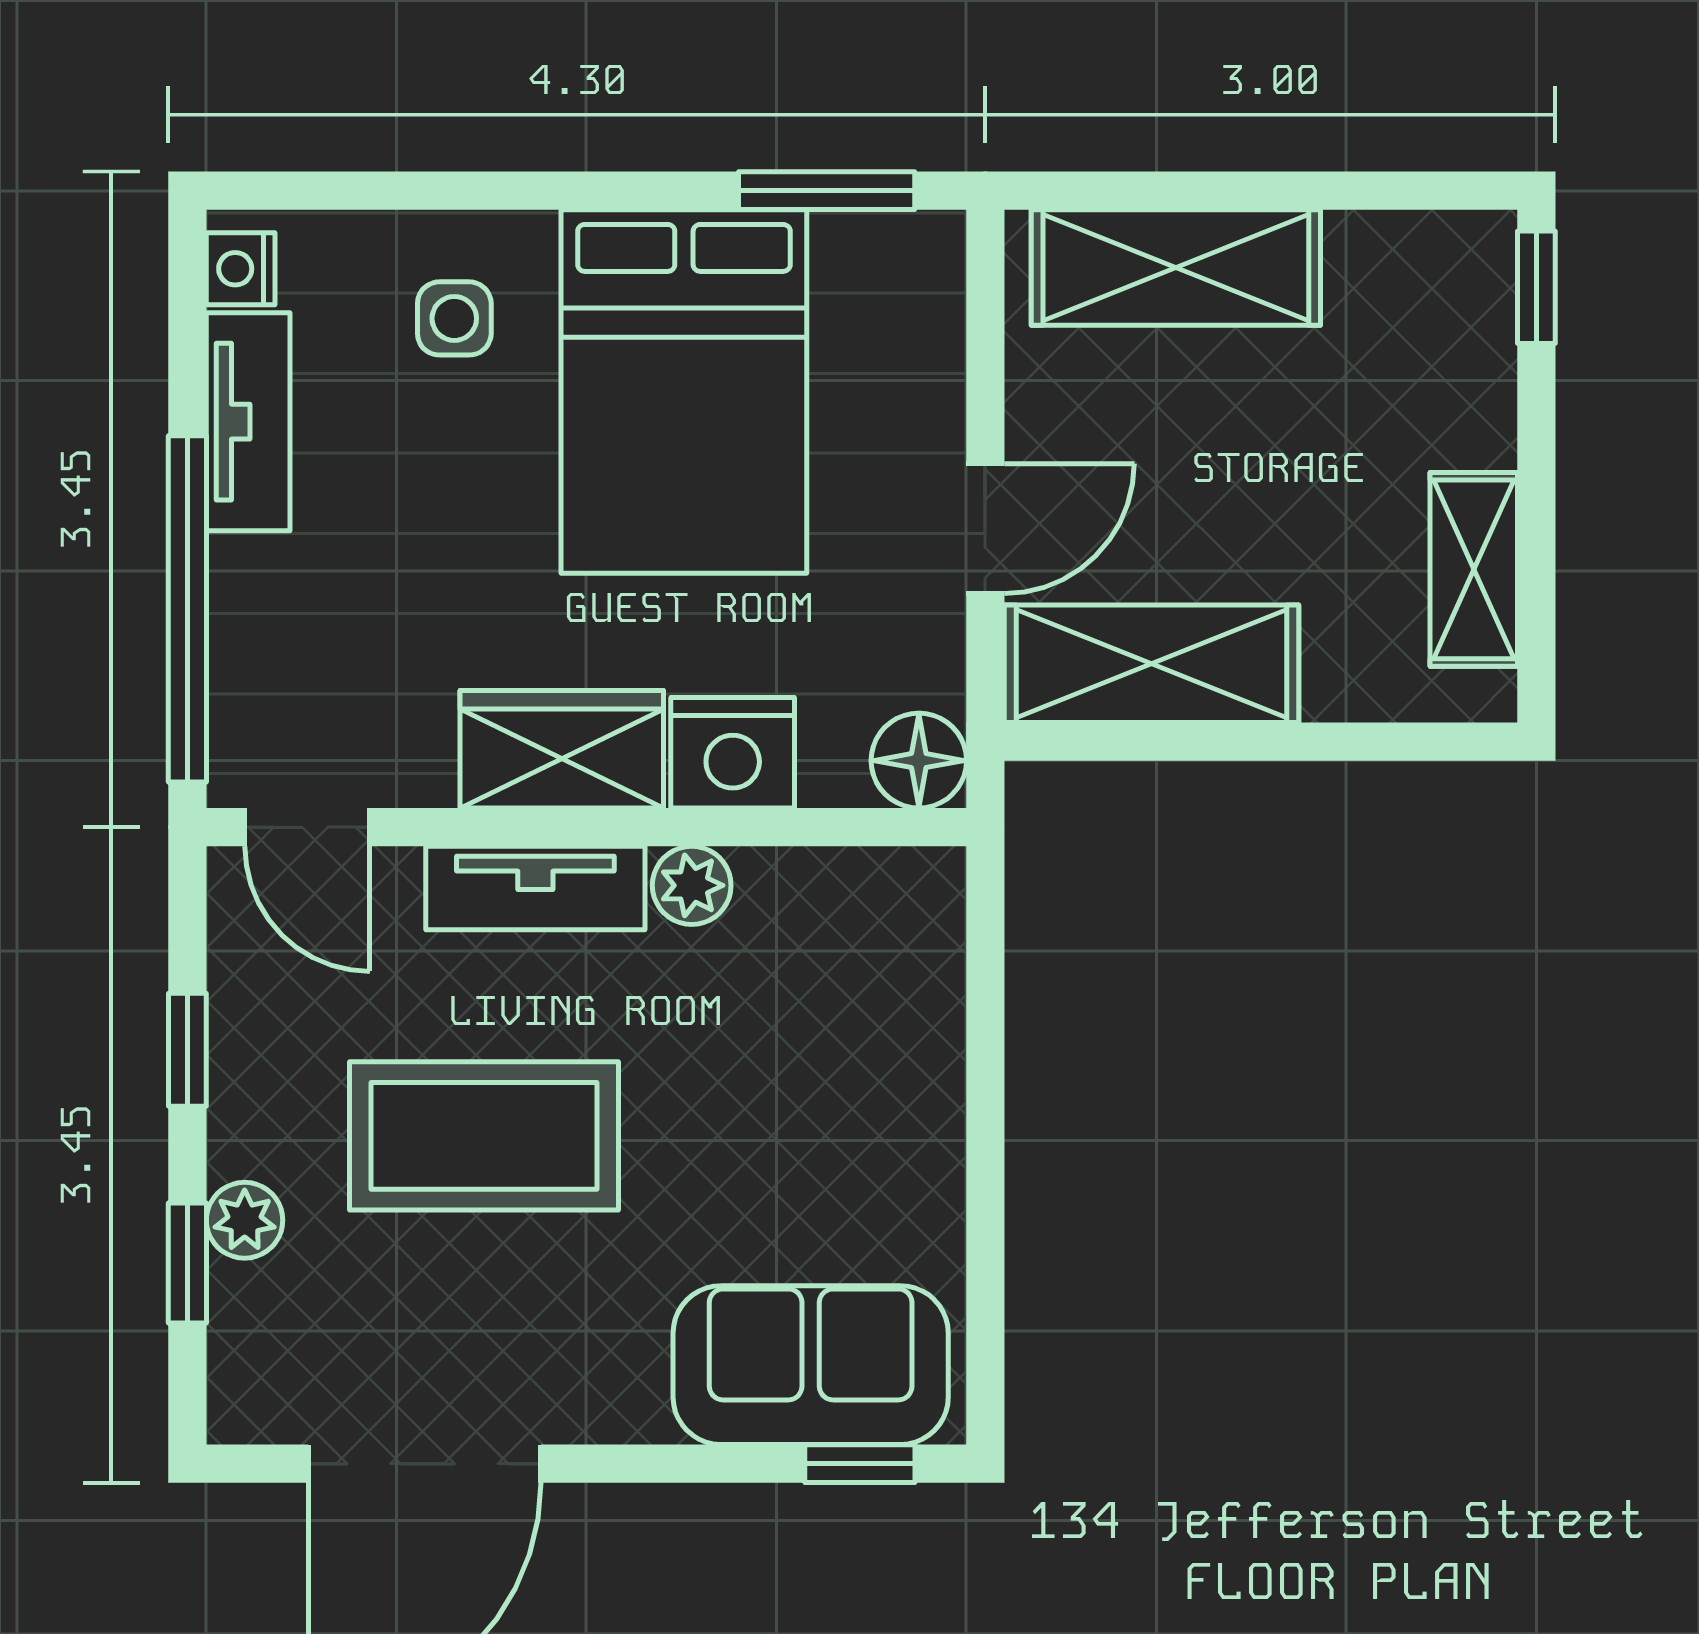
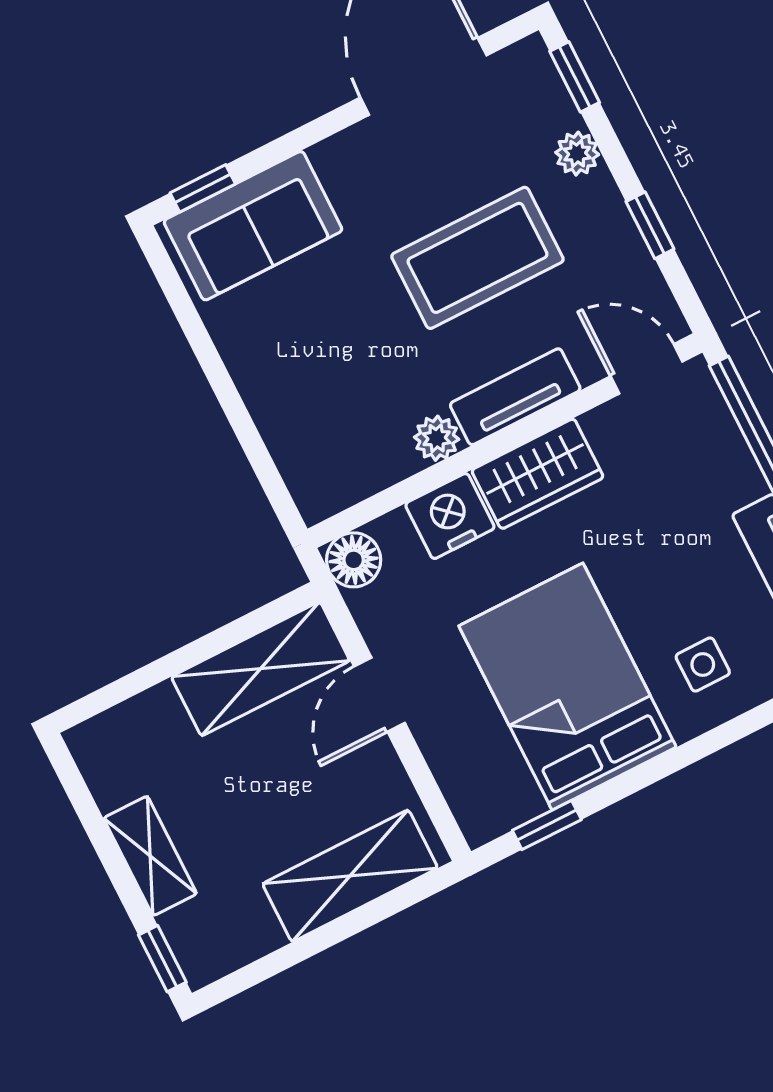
window: (827, 191) -> (547, 825), width x0.67
shelving: (1474, 569) -> (150, 856), moved
window: (187, 1263) -> (575, 77), moved

